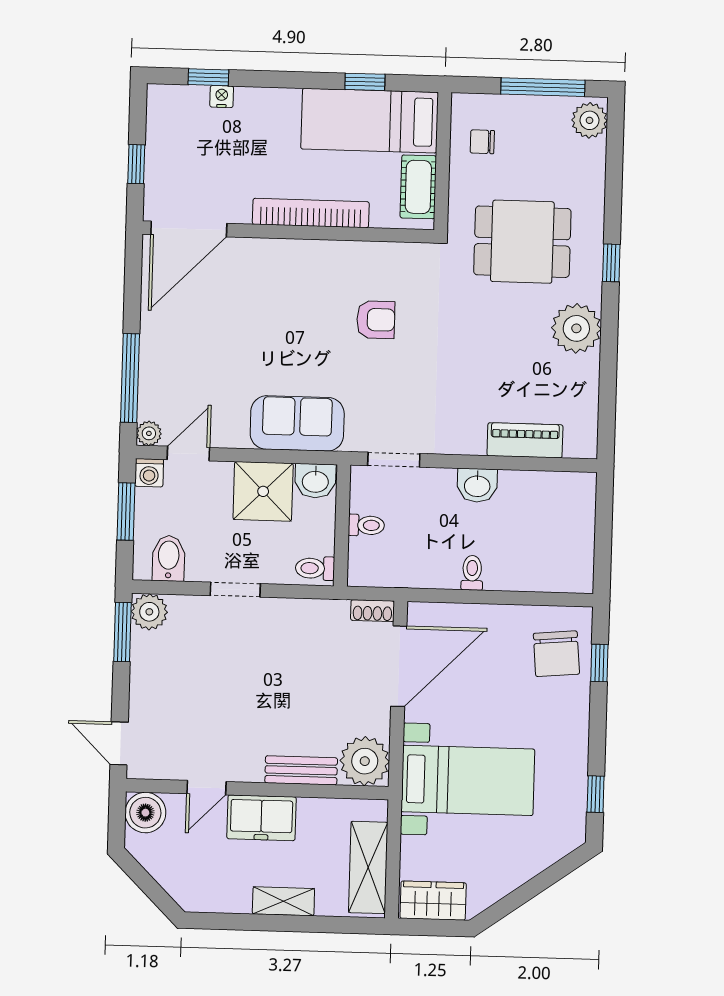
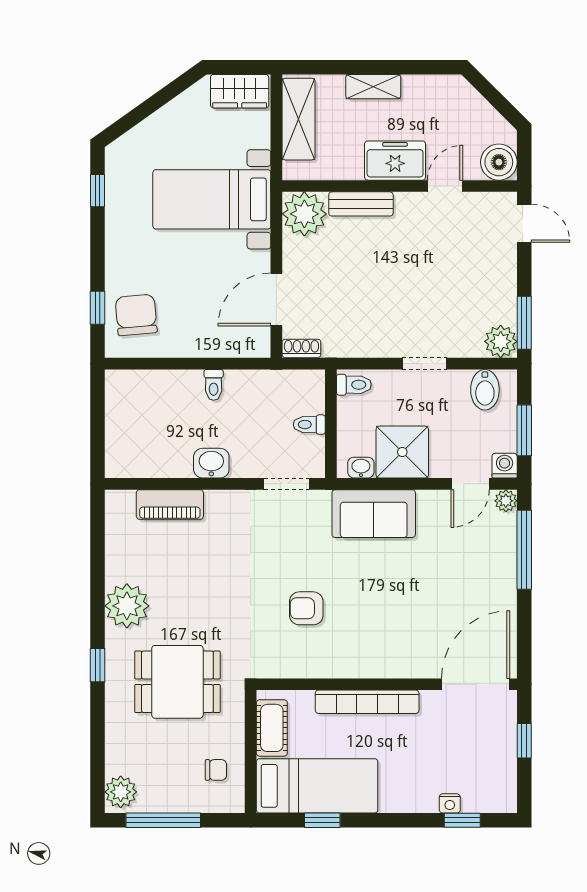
washbasin: (315, 481) -> (361, 468), width x0.72, depth x0.69
door: (399, 666) -> (276, 300), width x0.73

